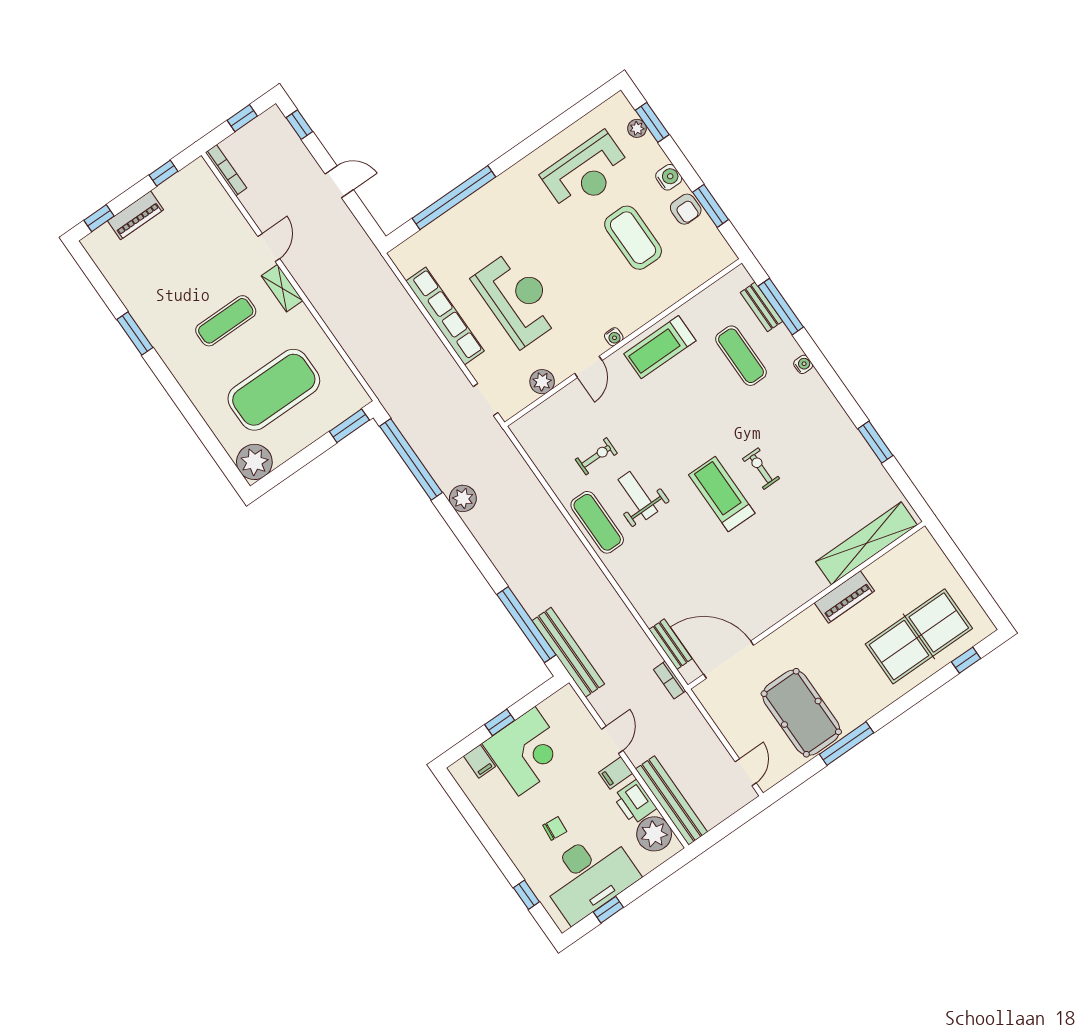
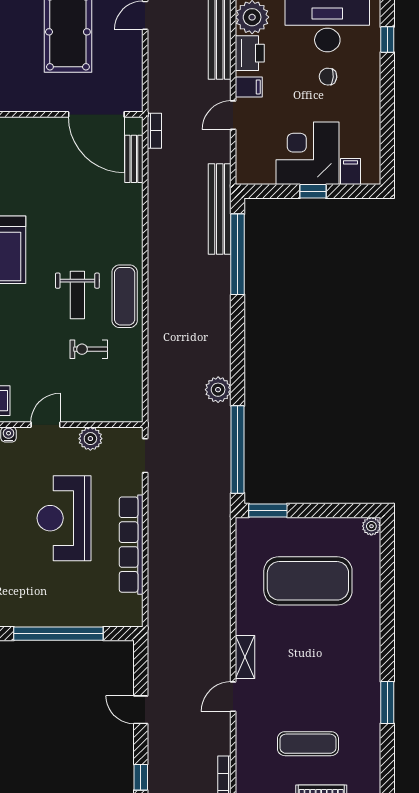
exercise mat: (226, 321) -> (308, 744), moved
plant: (254, 462) -> (371, 526), width x0.53, depth x0.53

